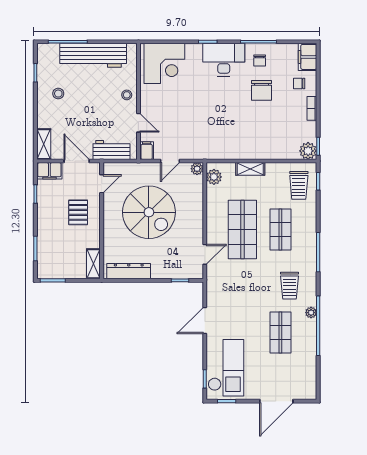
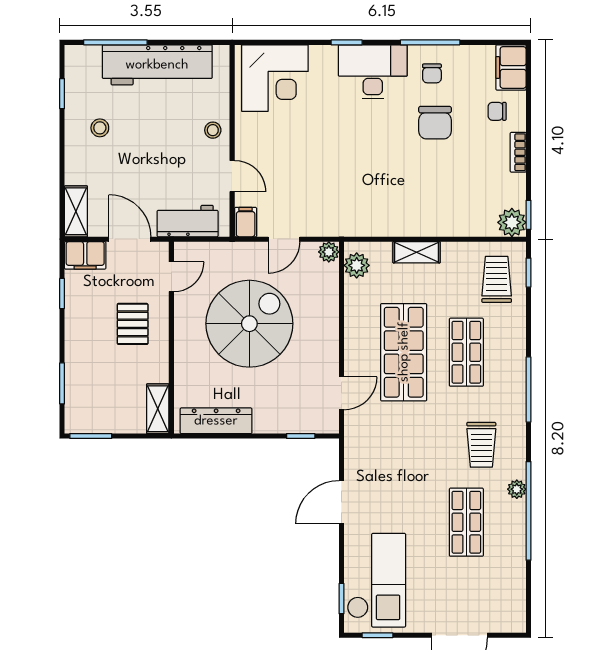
trolley: (299, 185) -> (497, 279), turned 180
spiral stairs: (149, 212) -> (249, 324), turned -90

